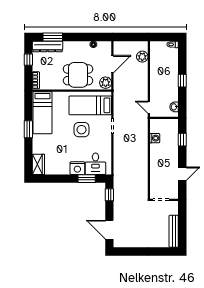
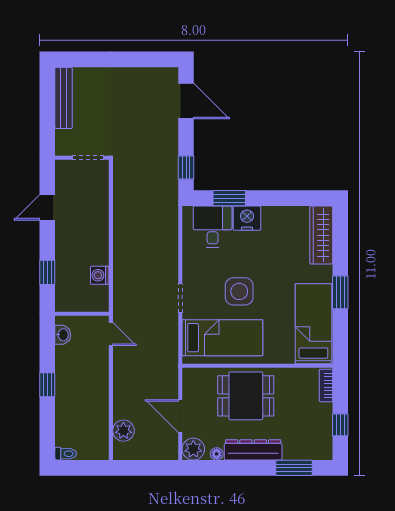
dresser: (48, 46) -> (253, 450), moved
door: (112, 64) -> (180, 416), hinge flipped
plant: (106, 83) -> (193, 449), moved
wardrobe: (38, 164) -> (321, 235), width x1.50

